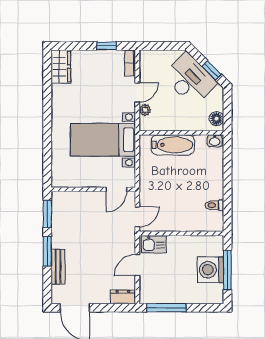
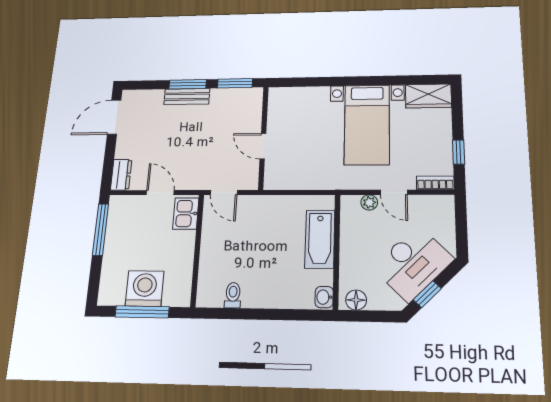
bed with nightstands: (103, 140) -> (367, 124), moved, turned 180
door: (116, 189) -> (263, 146), moved
bench: (58, 267) -> (187, 96), moved

